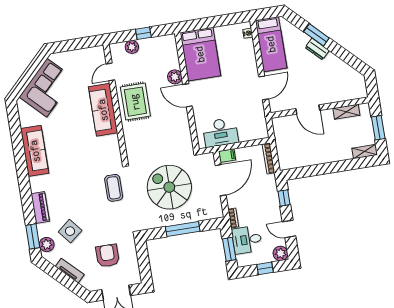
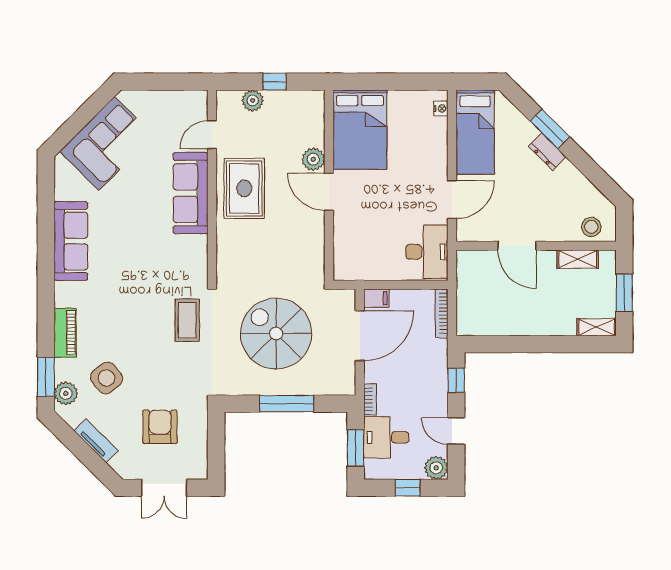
stool: (352, 91) -> (591, 227), added
desk: (220, 132) -> (427, 252), moved, turned -90

